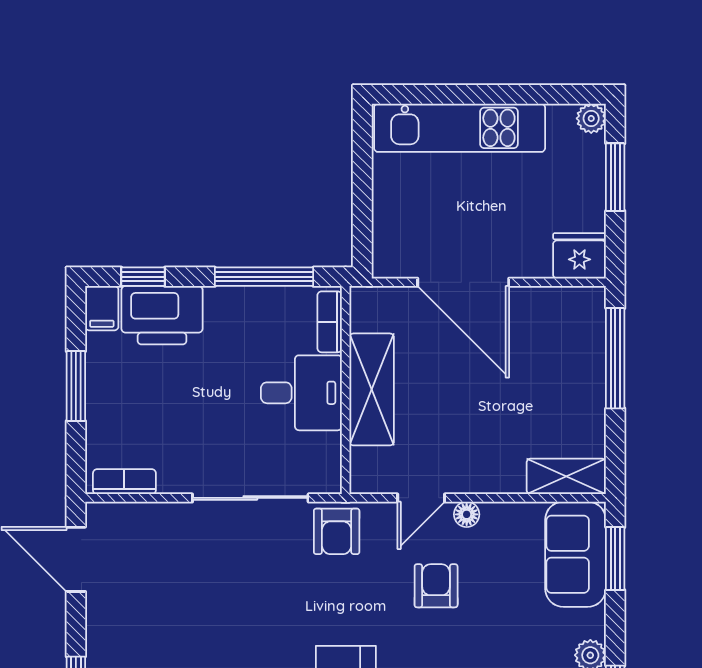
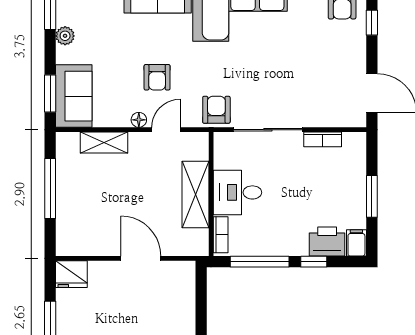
window: (143, 277) -> (314, 262), moved
door: (463, 282) -> (141, 258), width x0.73
printer: (162, 315) -> (327, 242), width x0.73, depth x0.84
window: (615, 358) -> (50, 188), moved
shelving: (566, 476) -> (104, 143), moved
bookcase: (124, 482) -> (323, 139), moved

